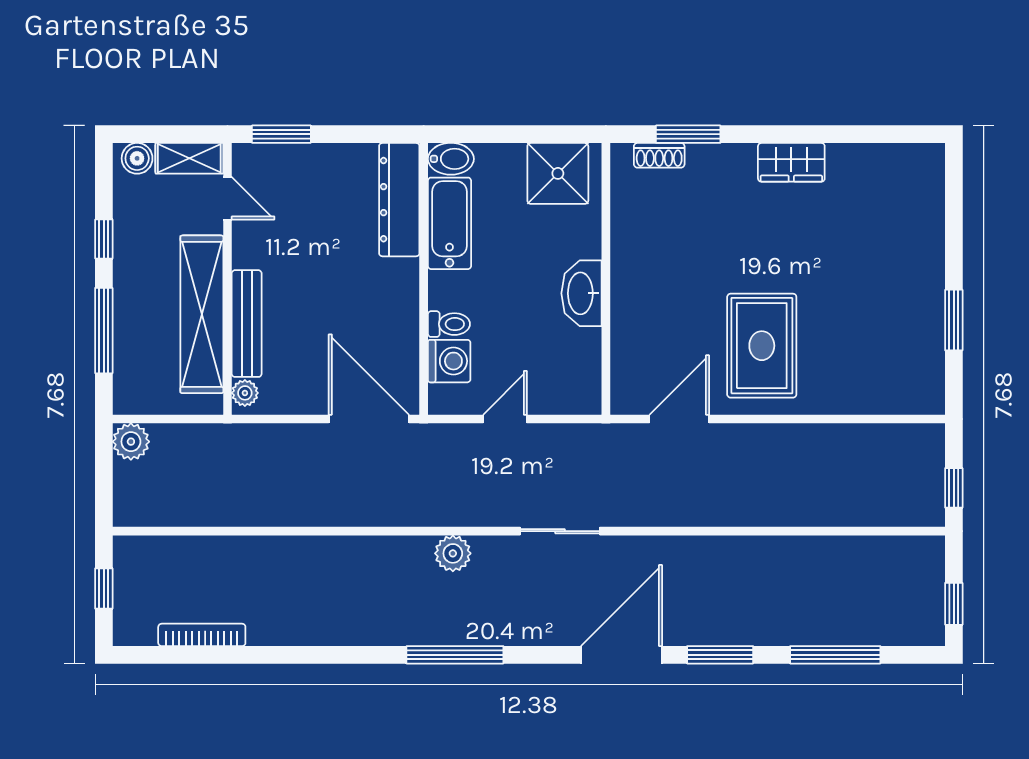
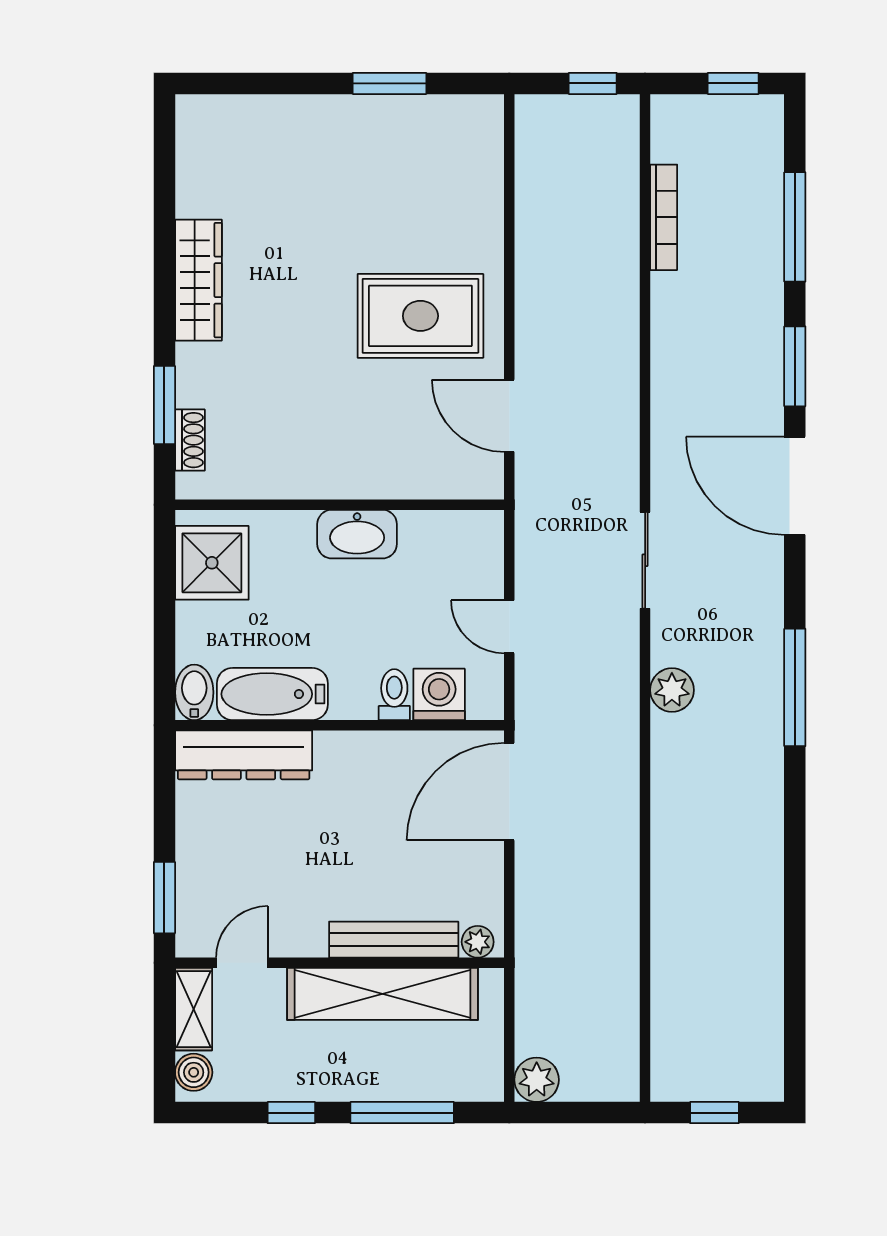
wardrobe: (791, 162) -> (198, 280), width x1.50
bookcase: (202, 635) -> (664, 217), moved, turned 180

